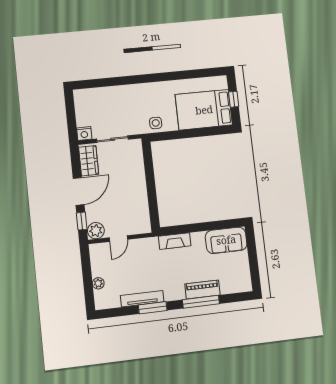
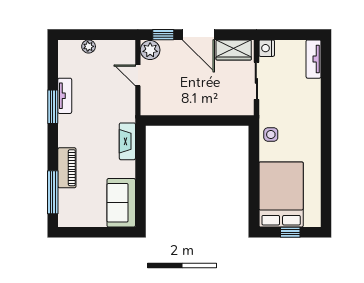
tv unit: (89, 94) -> (314, 59), added
tv unit: (142, 299) -> (65, 96), width x0.71
window: (201, 302) -> (53, 192), moved

